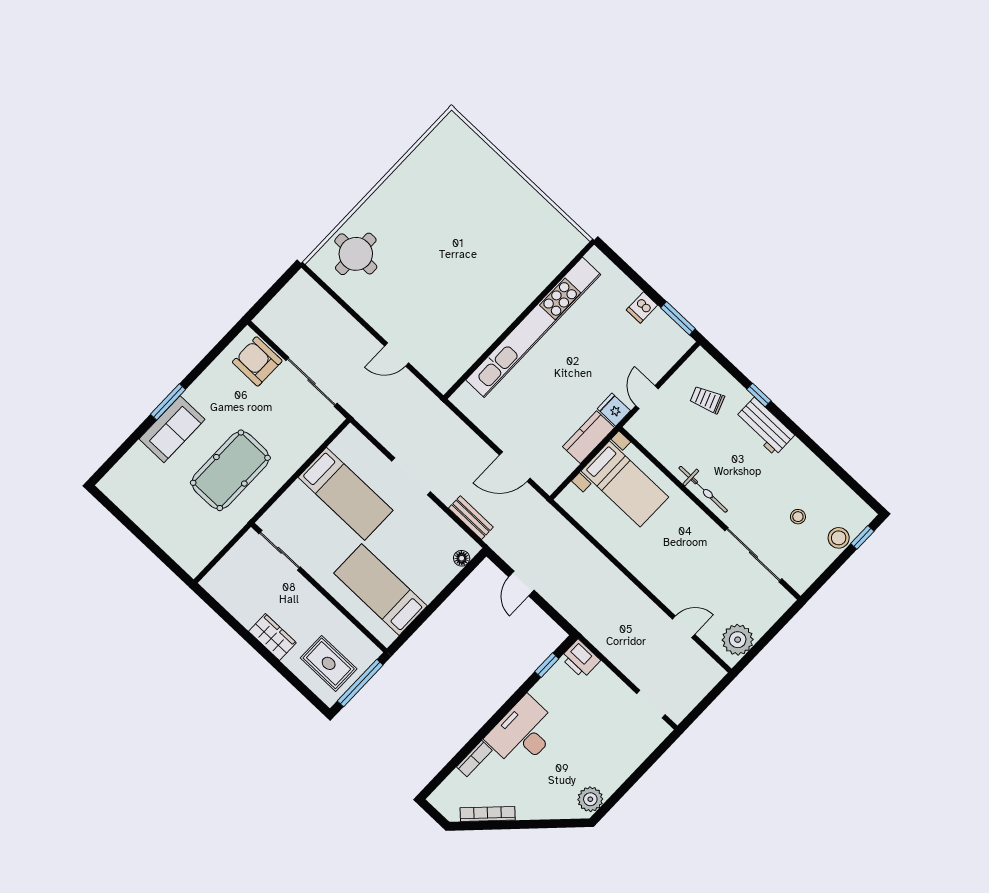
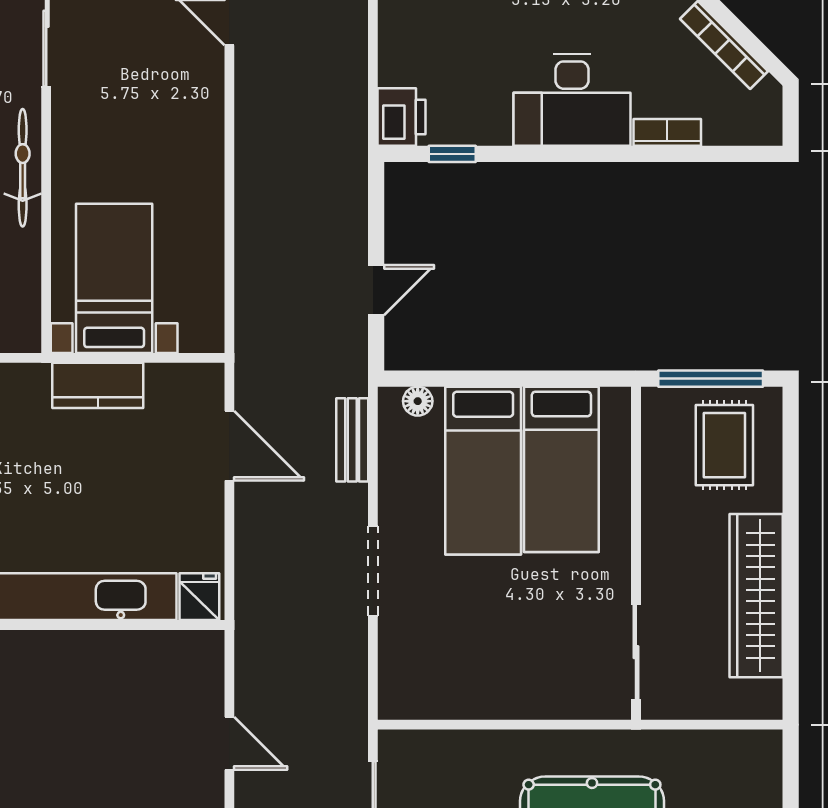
fridge: (614, 410) -> (199, 597), moved, turned 180
bed: (346, 494) -> (483, 471), moved, turned 180
wardrobe: (272, 637) -> (756, 596), width x2.10, depth x1.17

